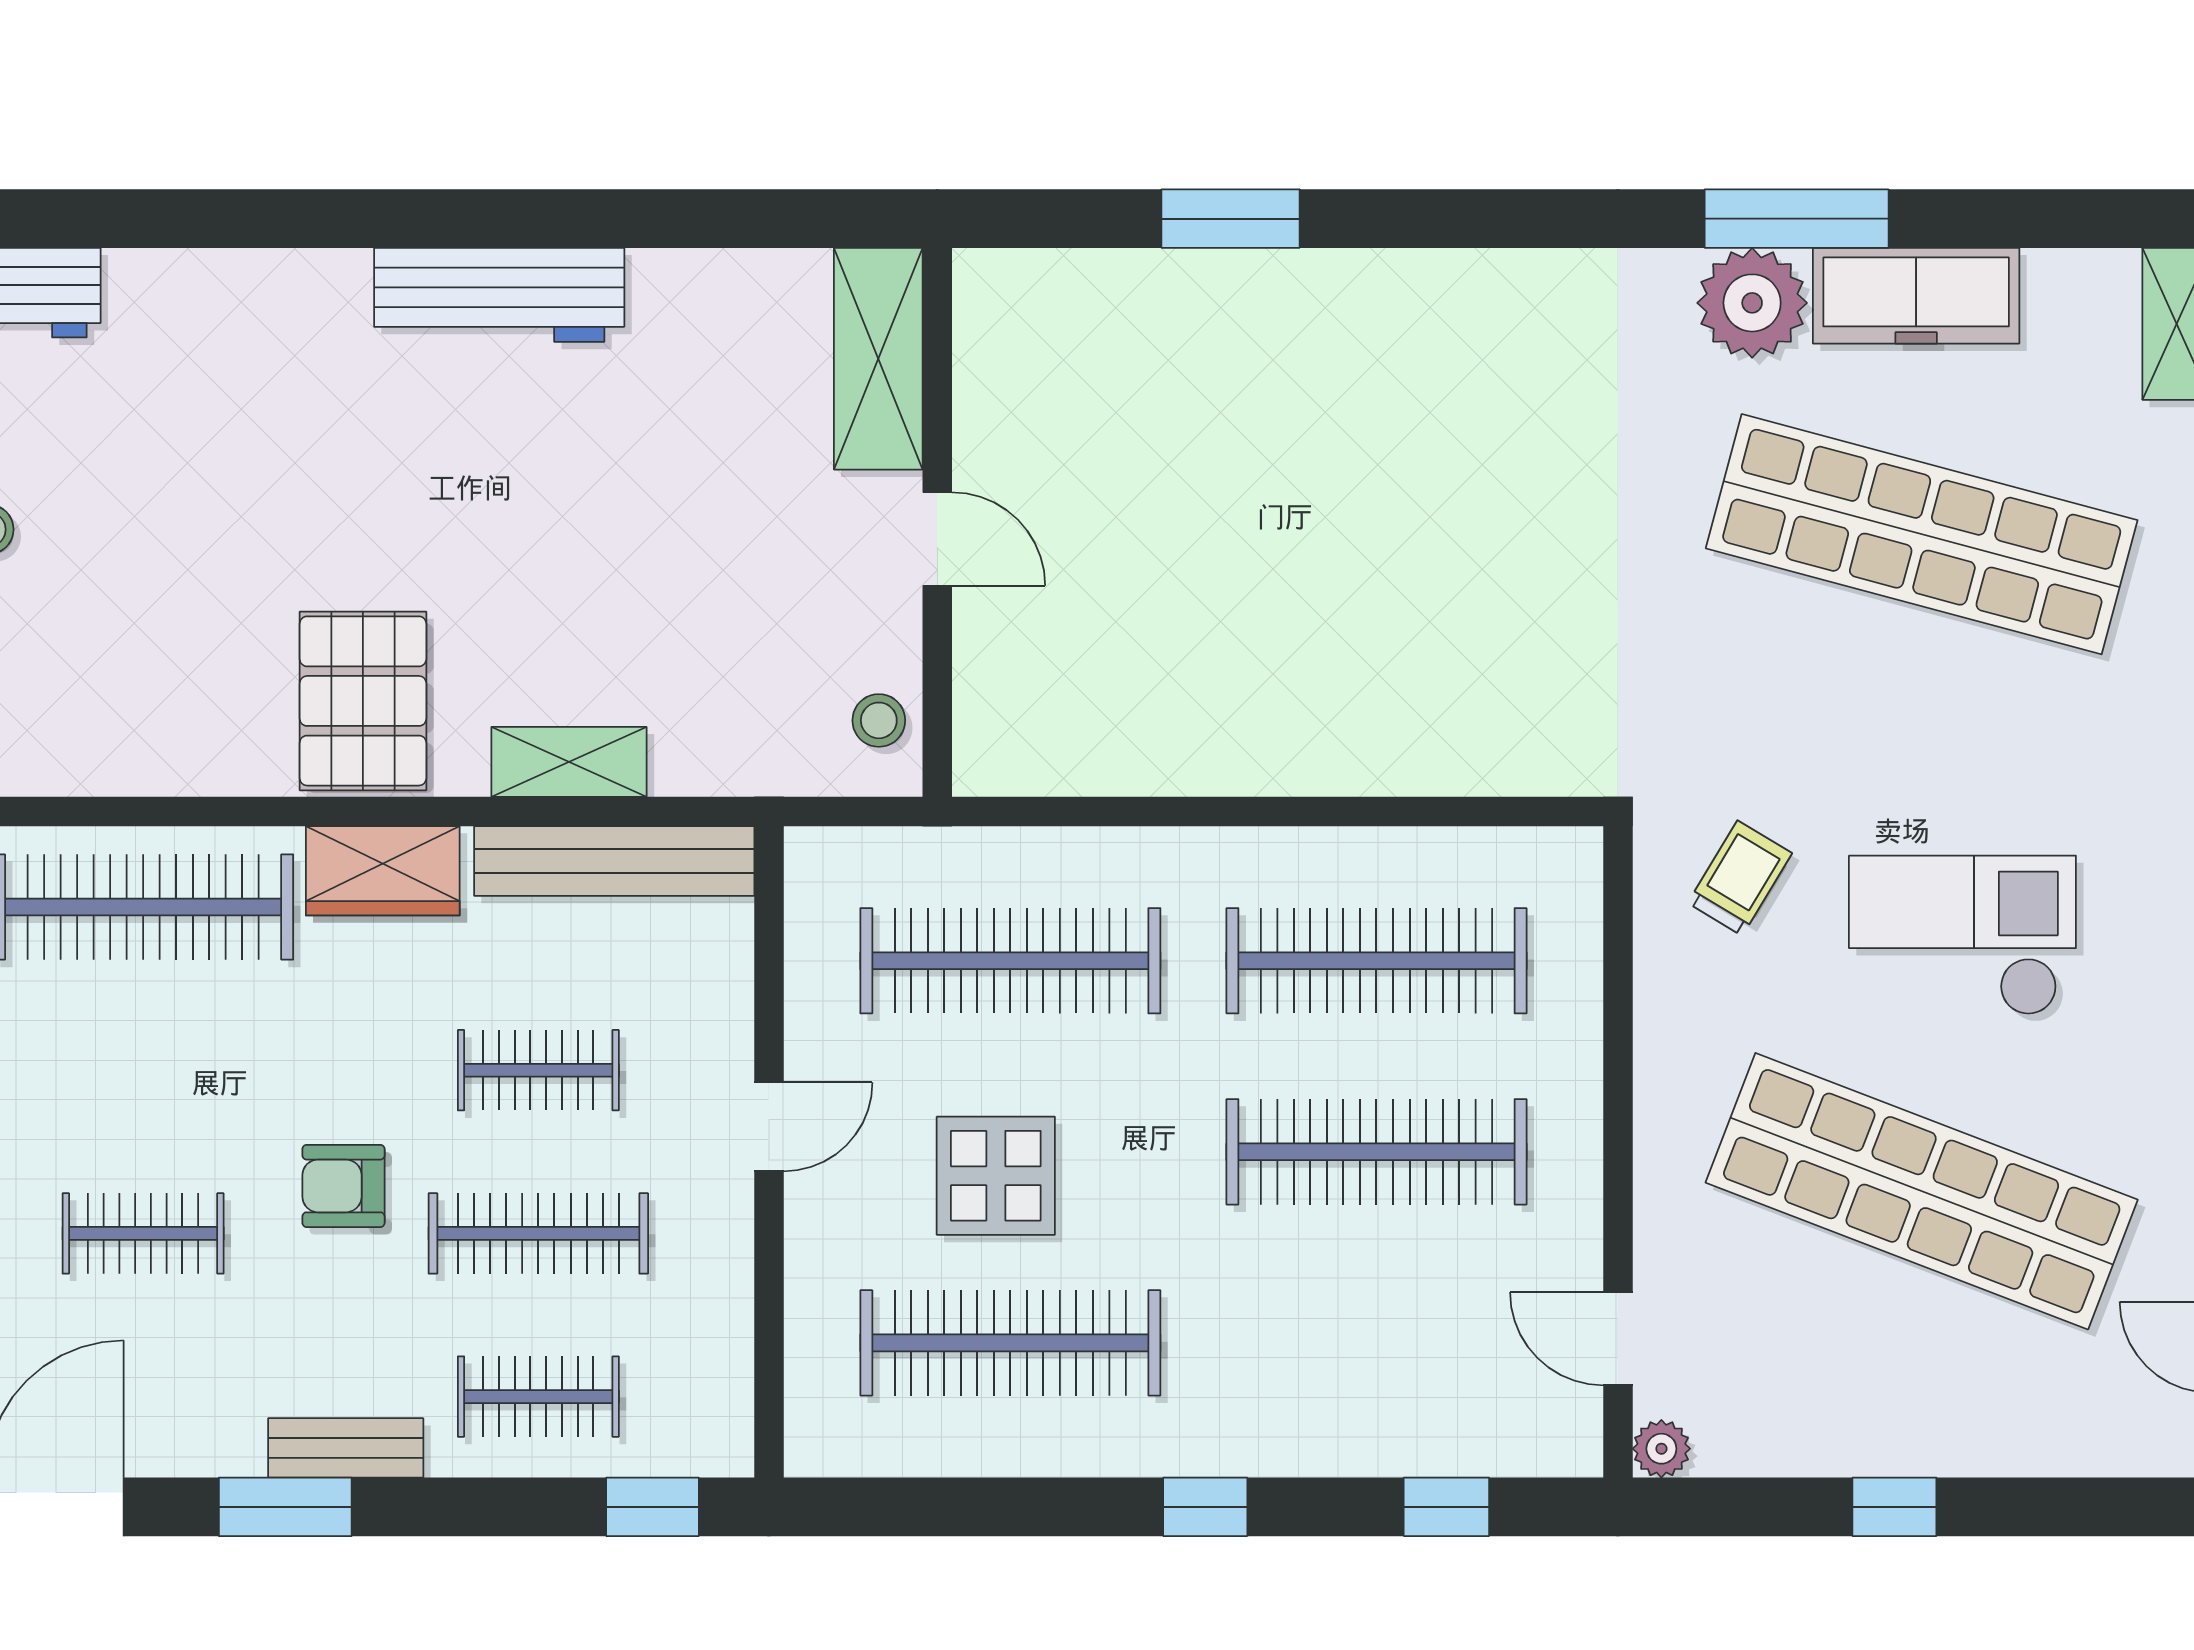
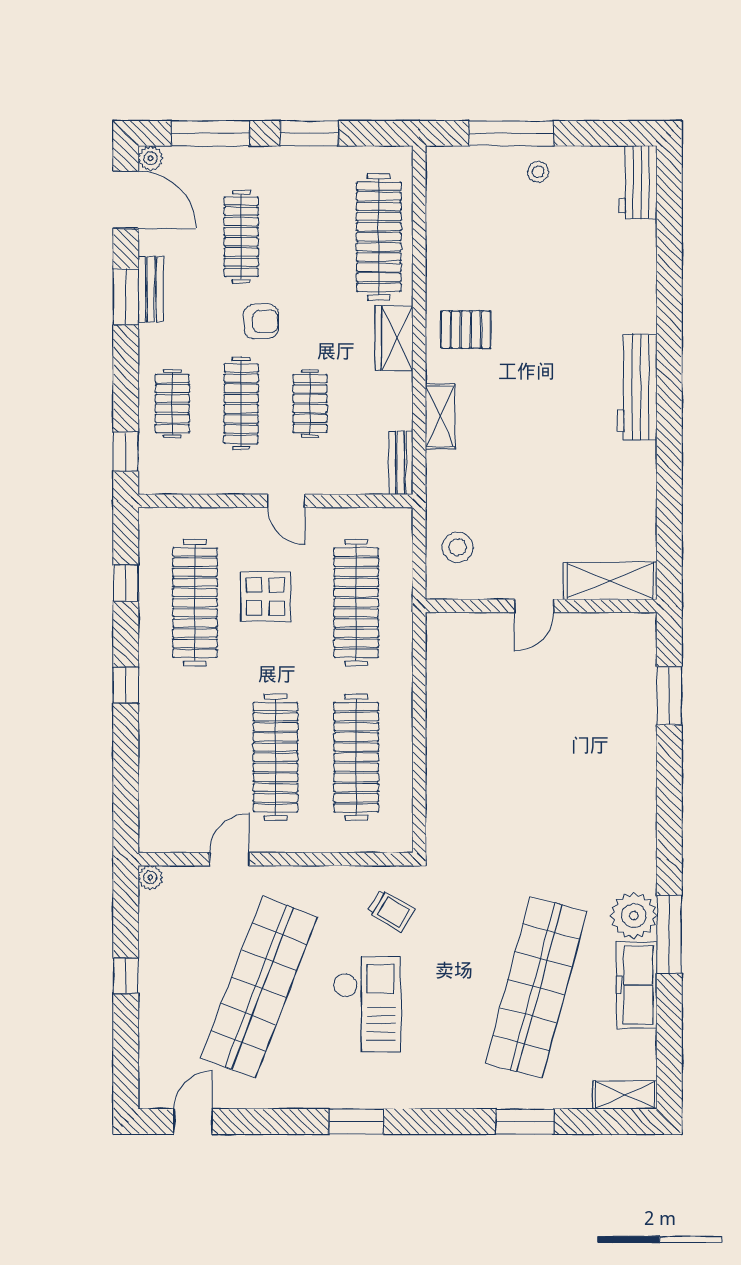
shelving: (878, 359) -> (610, 581), moved
wall: (937, 522) -> (541, 606), moved
door: (937, 539) -> (534, 606), moved
pallet: (363, 701) -> (466, 330), width x0.67, depth x0.71
stool: (879, 720) -> (458, 547), width x1.37, depth x1.37
bench: (614, 861) -> (401, 463), width x0.54, depth x0.82
armchair: (343, 1186) -> (261, 321), turned 90
clothes rail: (143, 1233) -> (241, 237), width x1.36
door: (1618, 1339) -> (229, 859), moved
bench: (346, 1448) -> (151, 289), moved
window: (1446, 1507) -> (126, 583), moved

